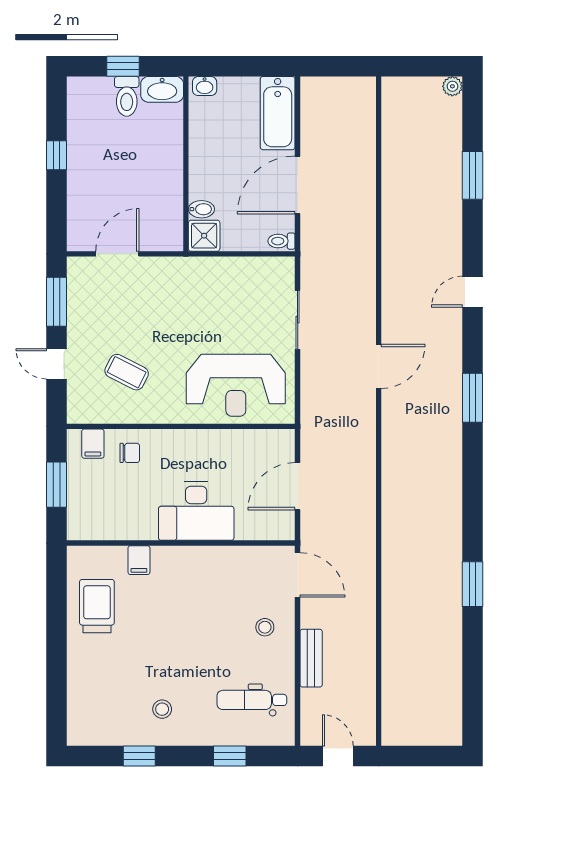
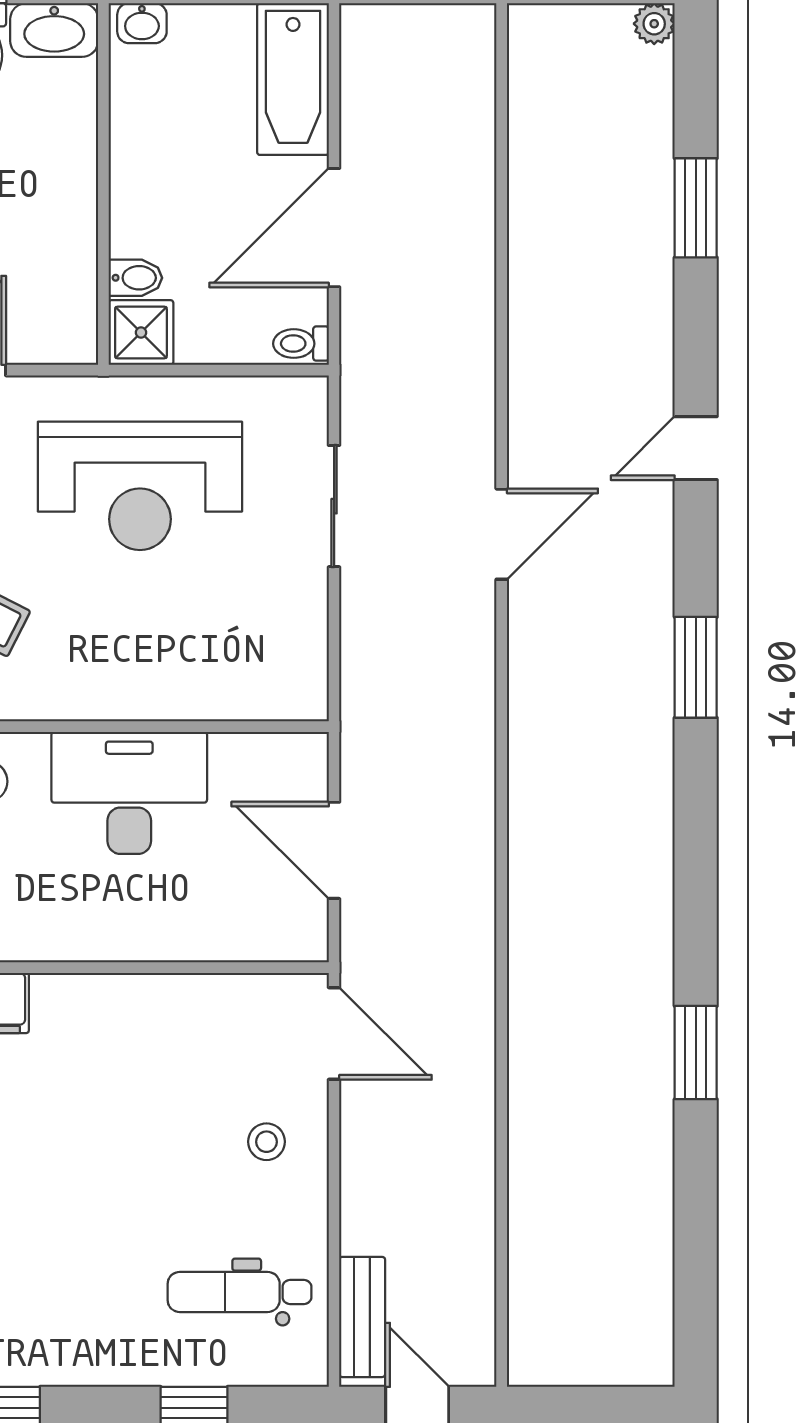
door: (379, 366) -> (502, 534), moved
reception desk: (236, 385) -> (140, 486), moved
door: (298, 486) -> (334, 850), hinge flipped
desk: (196, 511) -> (129, 793), moved, turned 180
bench: (311, 658) -> (362, 1317), moved
stool: (162, 709) -> (54, 1311), removed

